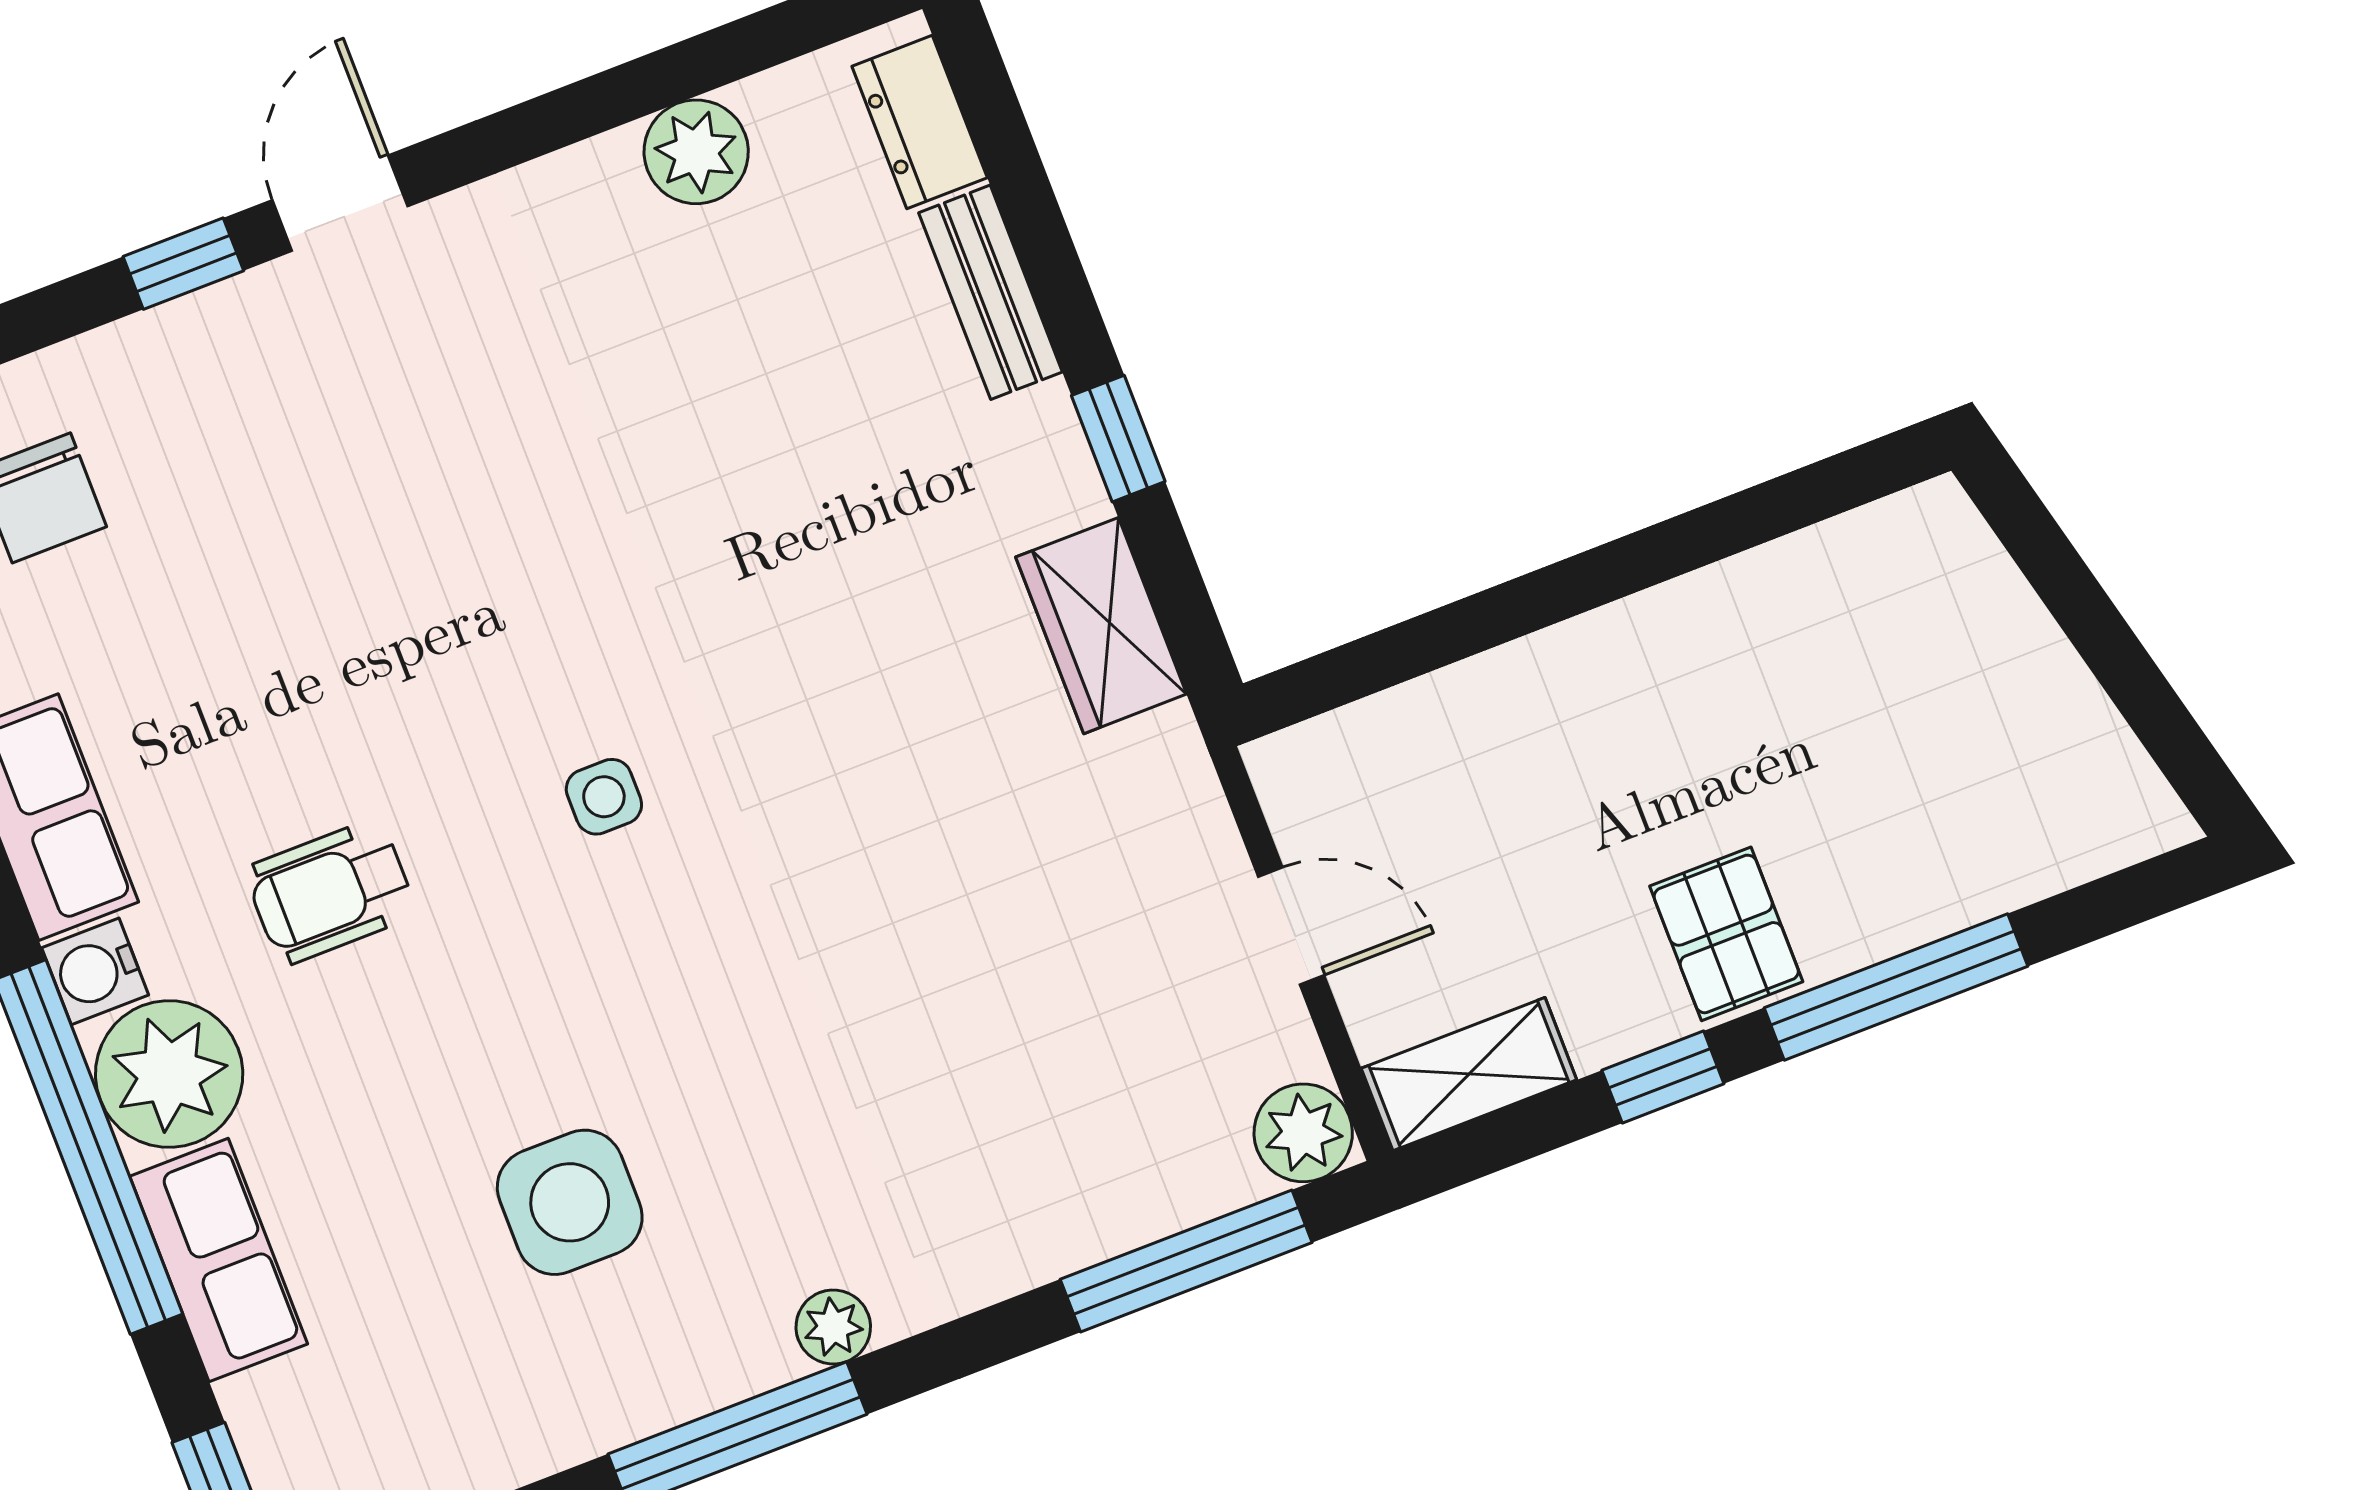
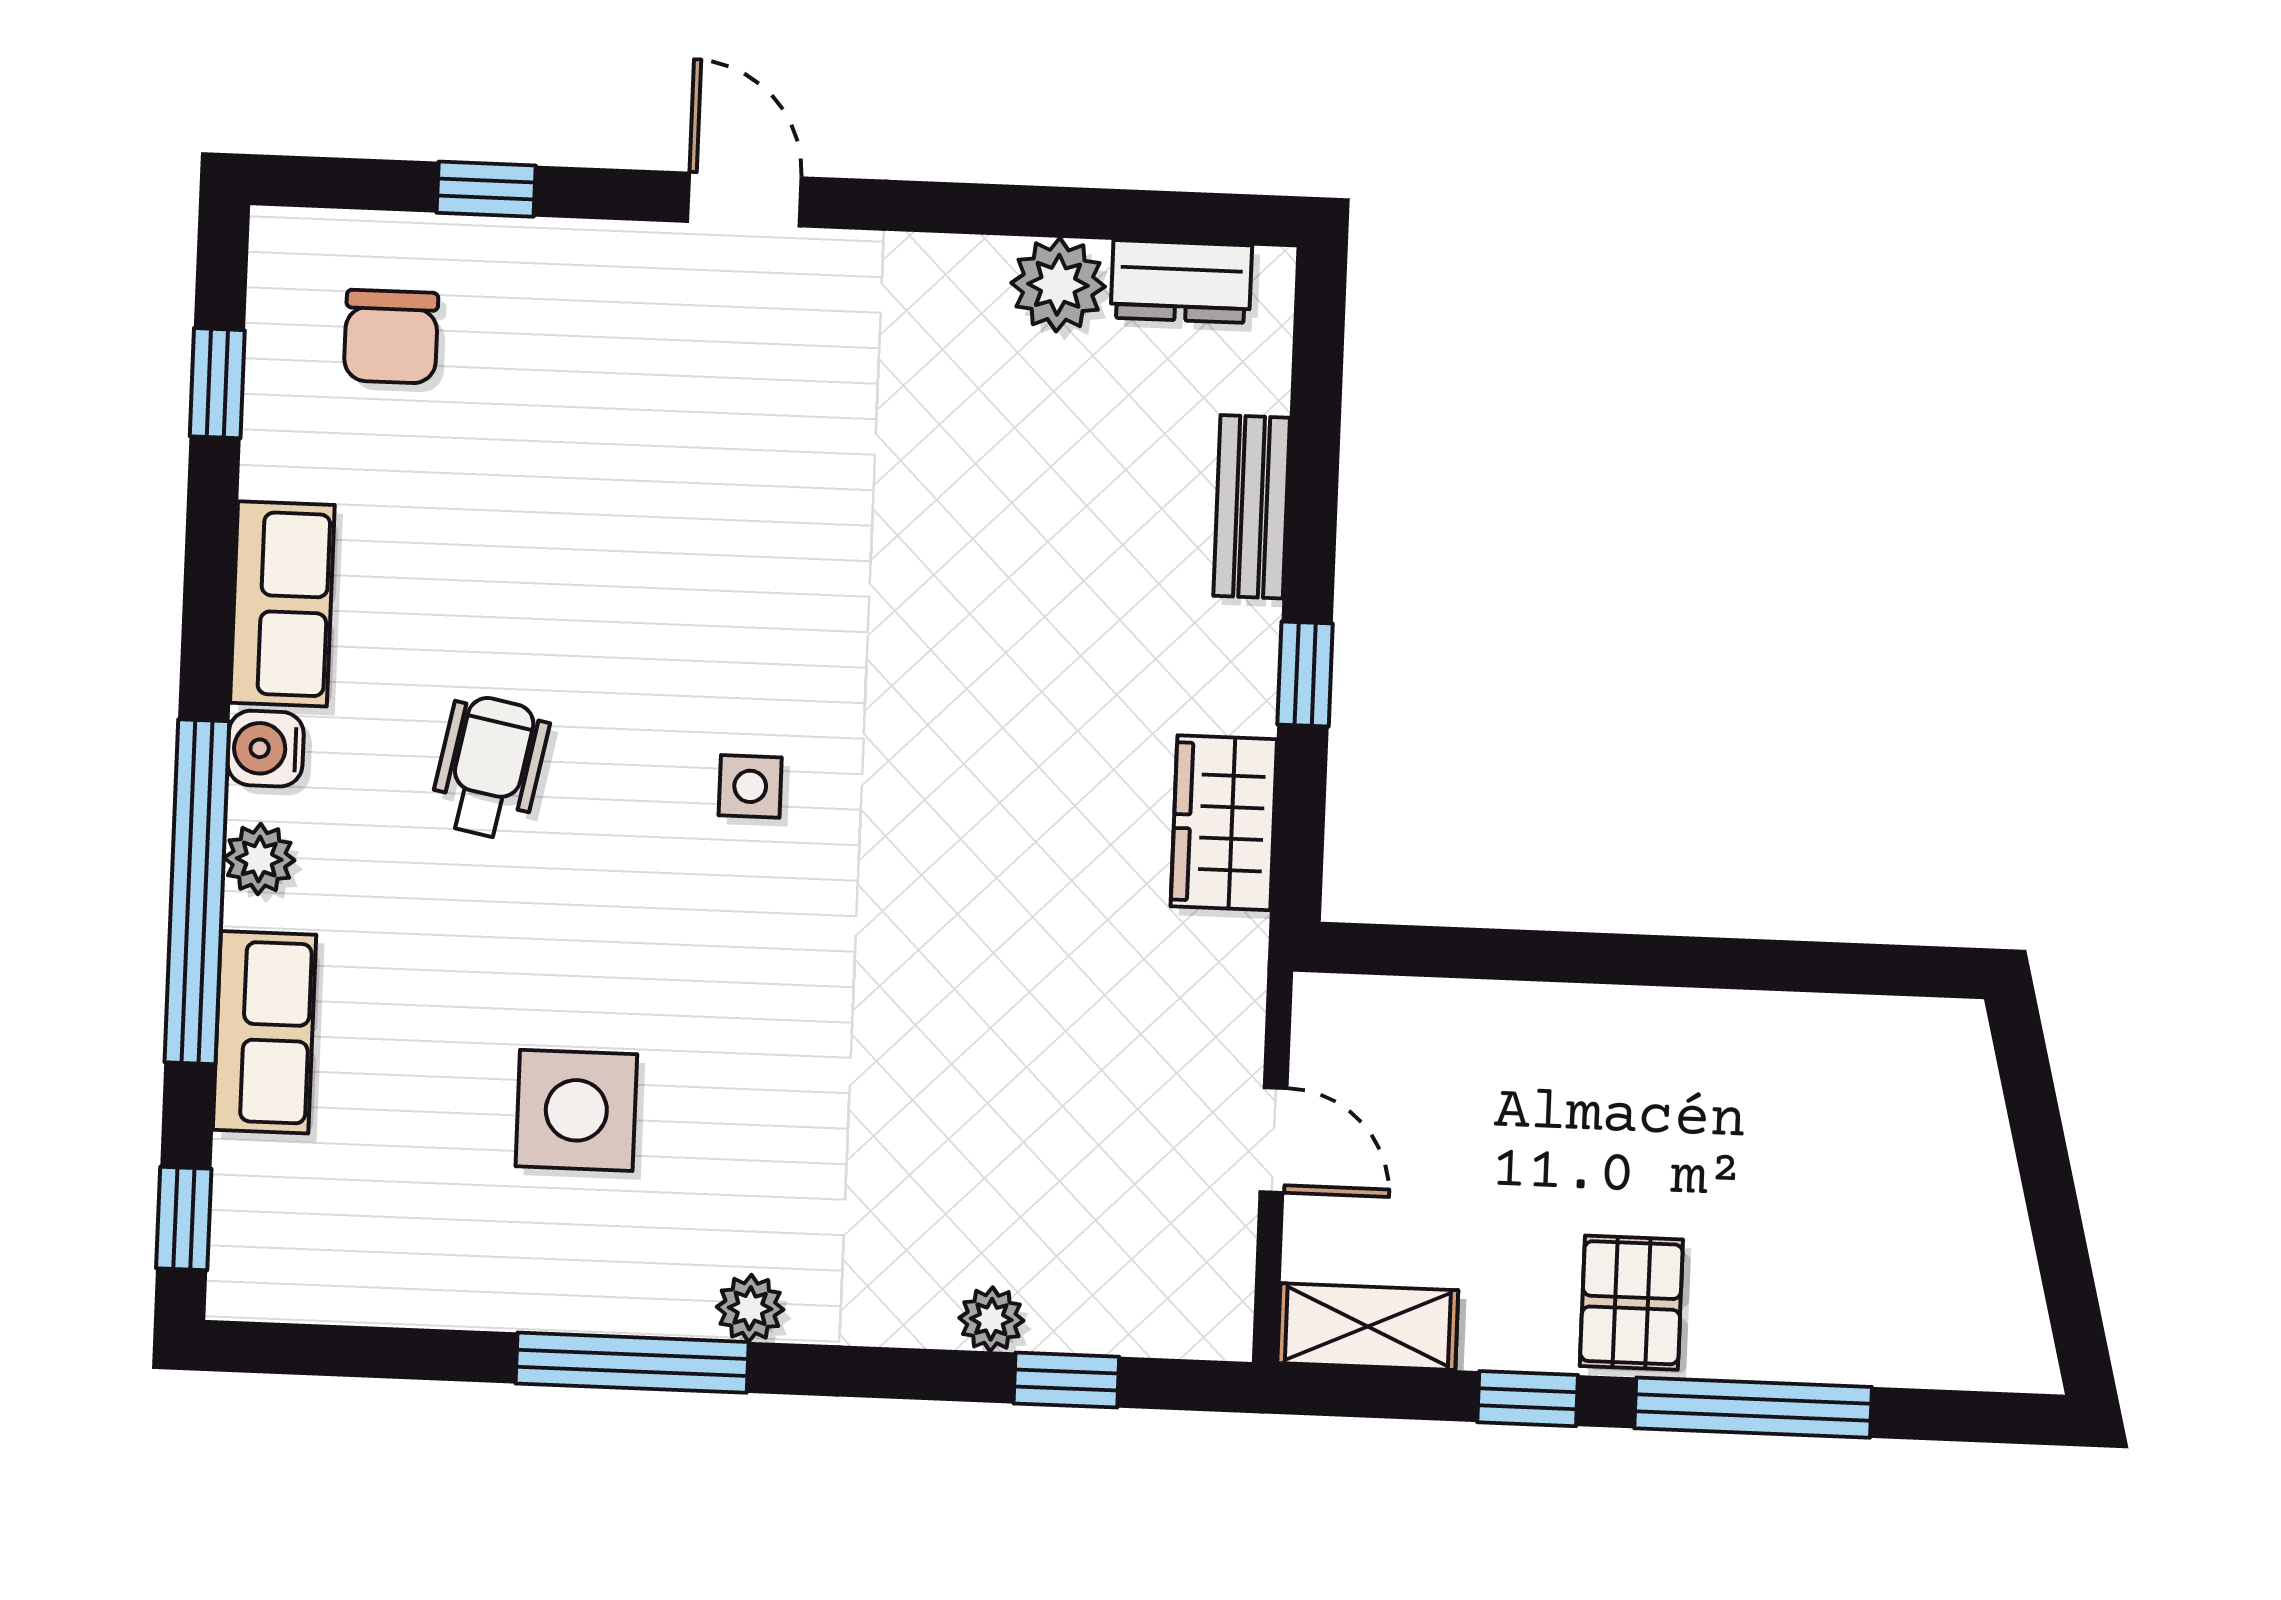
dresser: (920, 122) -> (1181, 282), moved, turned -90
door: (340, 203) -> (744, 200), hinge flipped
window: (183, 264) -> (486, 189), moved
wheelchair: (331, 892) -> (489, 767), turned 101
plant: (169, 1074) -> (259, 859), width x0.53, depth x0.53
plant: (1303, 1133) -> (991, 1319), moved, width x0.73, depth x0.73
window: (1186, 1261) -> (1066, 1380), width x0.46

